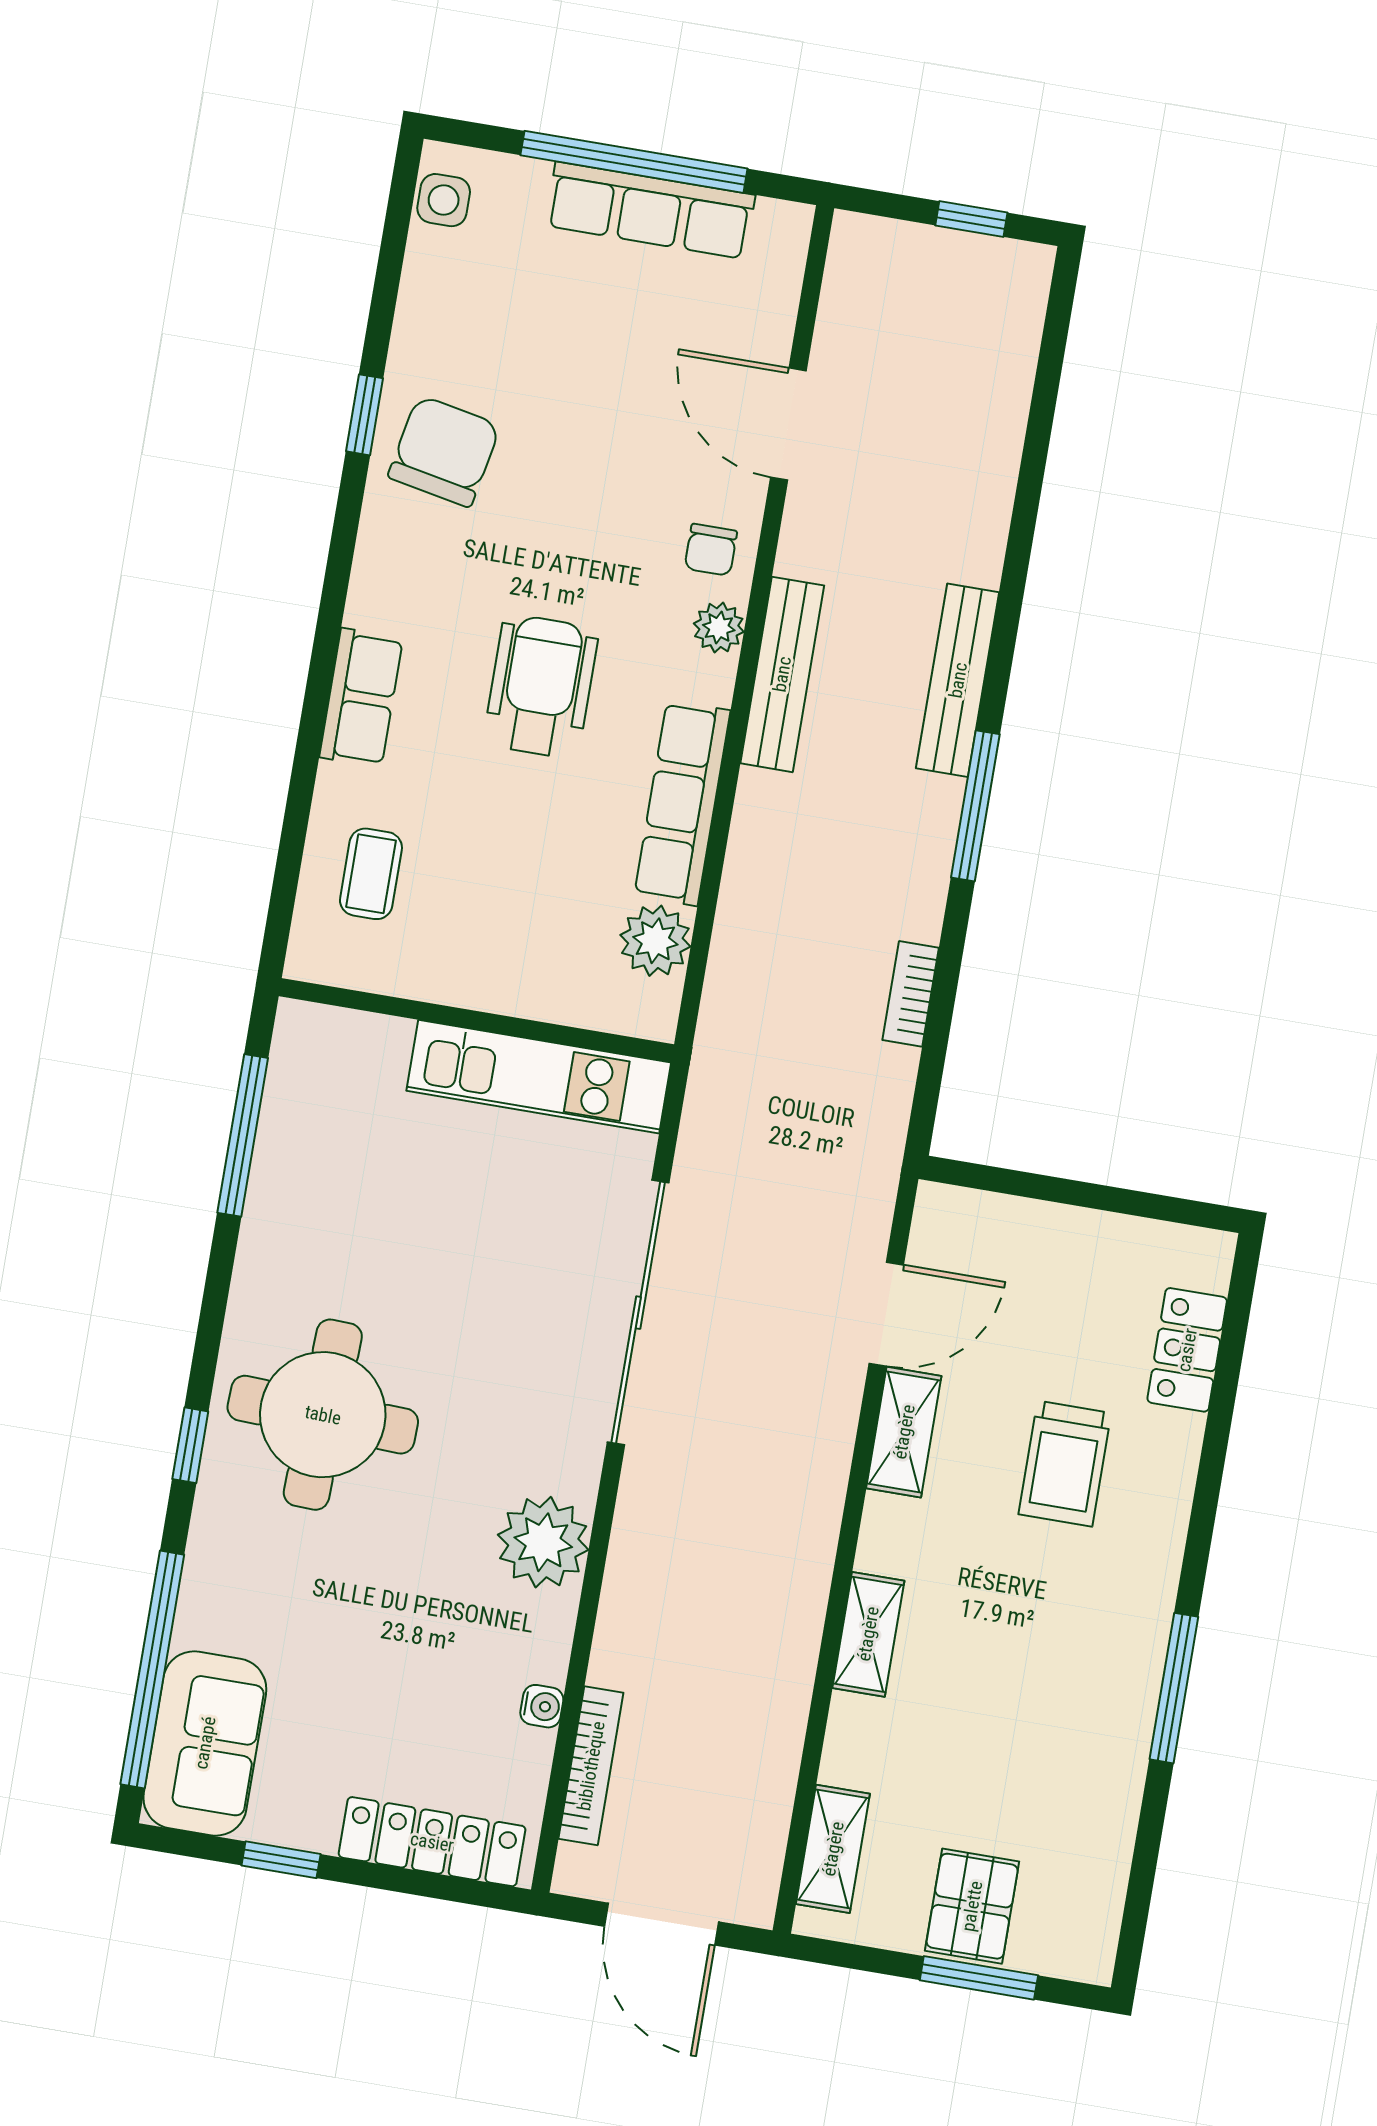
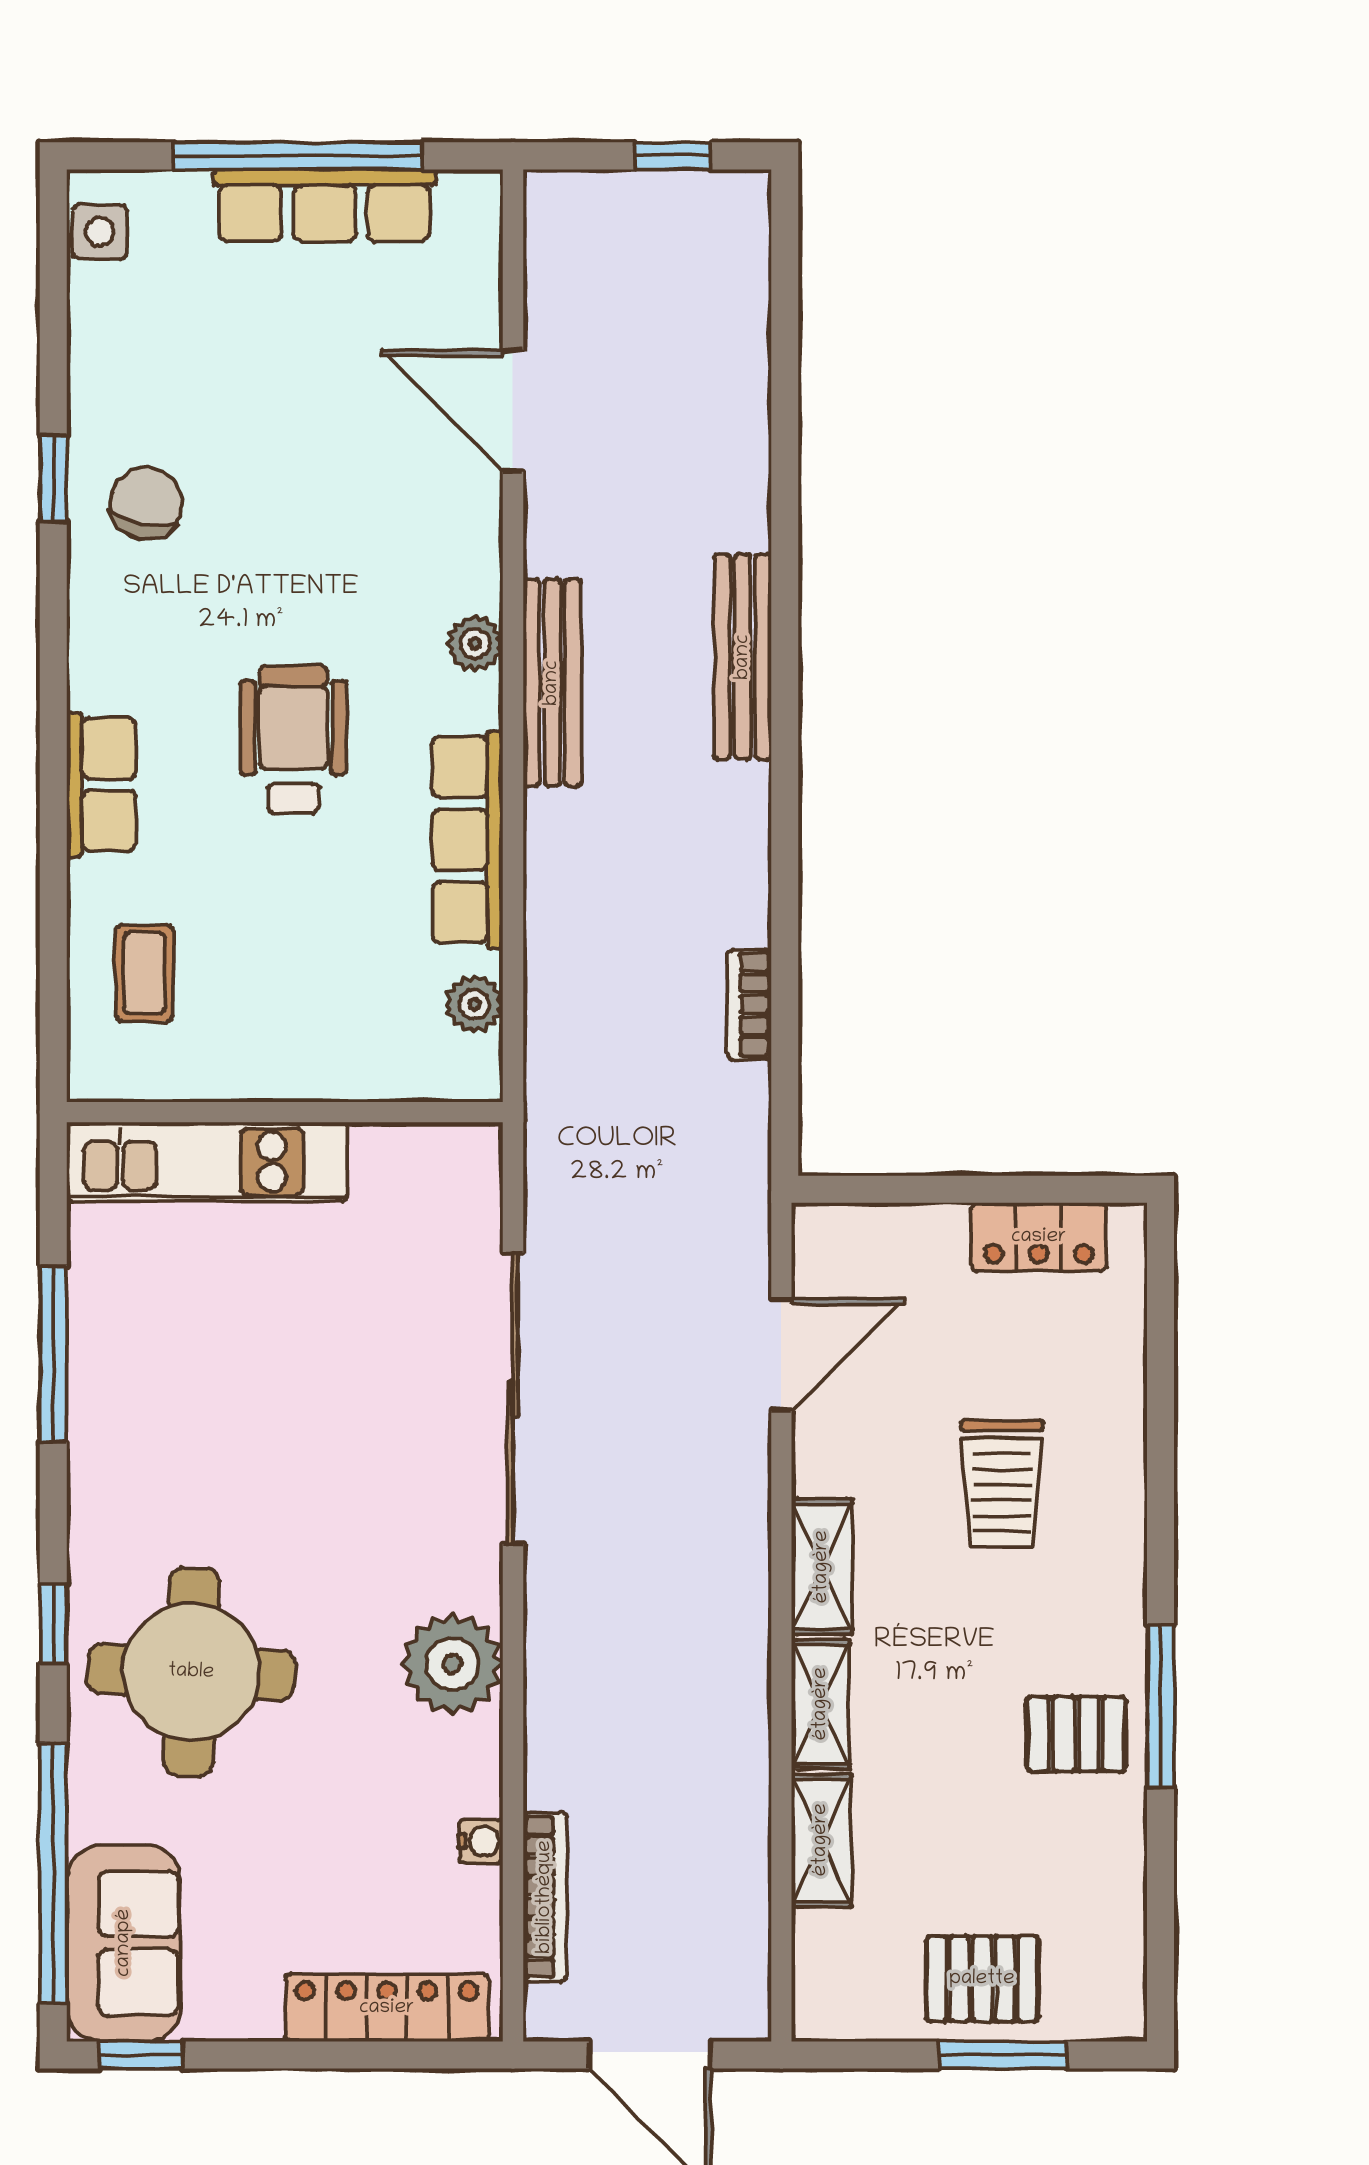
chair: (444, 451) -> (146, 503), width x0.73, depth x0.73
chair: (711, 550) -> (452, 561), removed
window: (975, 806) -> (785, 789), removed
plant: (655, 941) -> (474, 1004), width x0.73, depth x0.73
kitchen unit: (539, 1077) -> (207, 1162), moved
window: (243, 1135) -> (53, 1354), moved
locker: (1187, 1350) -> (1039, 1237), moved, turned -90
round table: (323, 1415) -> (191, 1672), moved
shelving: (904, 1432) -> (822, 1567), moved
pallet: (1094, 1700) -> (1076, 1734), added
shelving: (833, 1849) -> (821, 1840), moved
window: (281, 1860) -> (141, 2055), moved
pallet: (972, 1906) -> (982, 1979), turned 90

